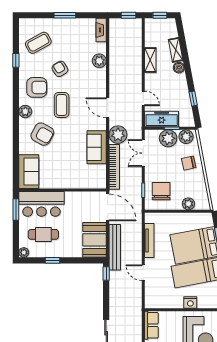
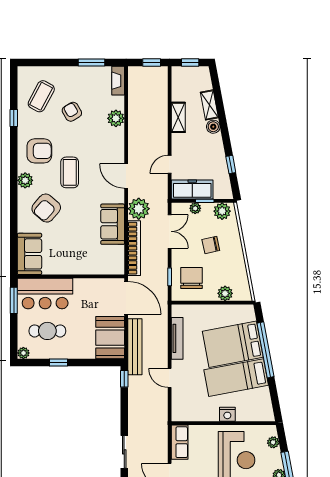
window: (65, 15) -> (91, 63), moved
coffee table: (38, 43) -> (41, 96), turned -33
armchair: (60, 69) -> (72, 112), moved
door: (143, 98) -> (170, 164), swing flipped
armchair: (42, 134) -> (46, 208), turned 102
plant: (168, 138) -> (195, 208), width x0.53, depth x0.53
double door: (143, 153) -> (170, 231), swing flipped
chair: (189, 163) -> (211, 245), moved

